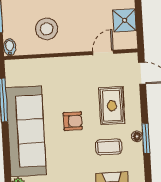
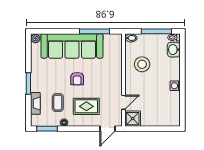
shower: (125, 20) -> (133, 119), moved
door: (103, 52) -> (124, 102), hinge flipped
window: (146, 139) -> (47, 129), moved

